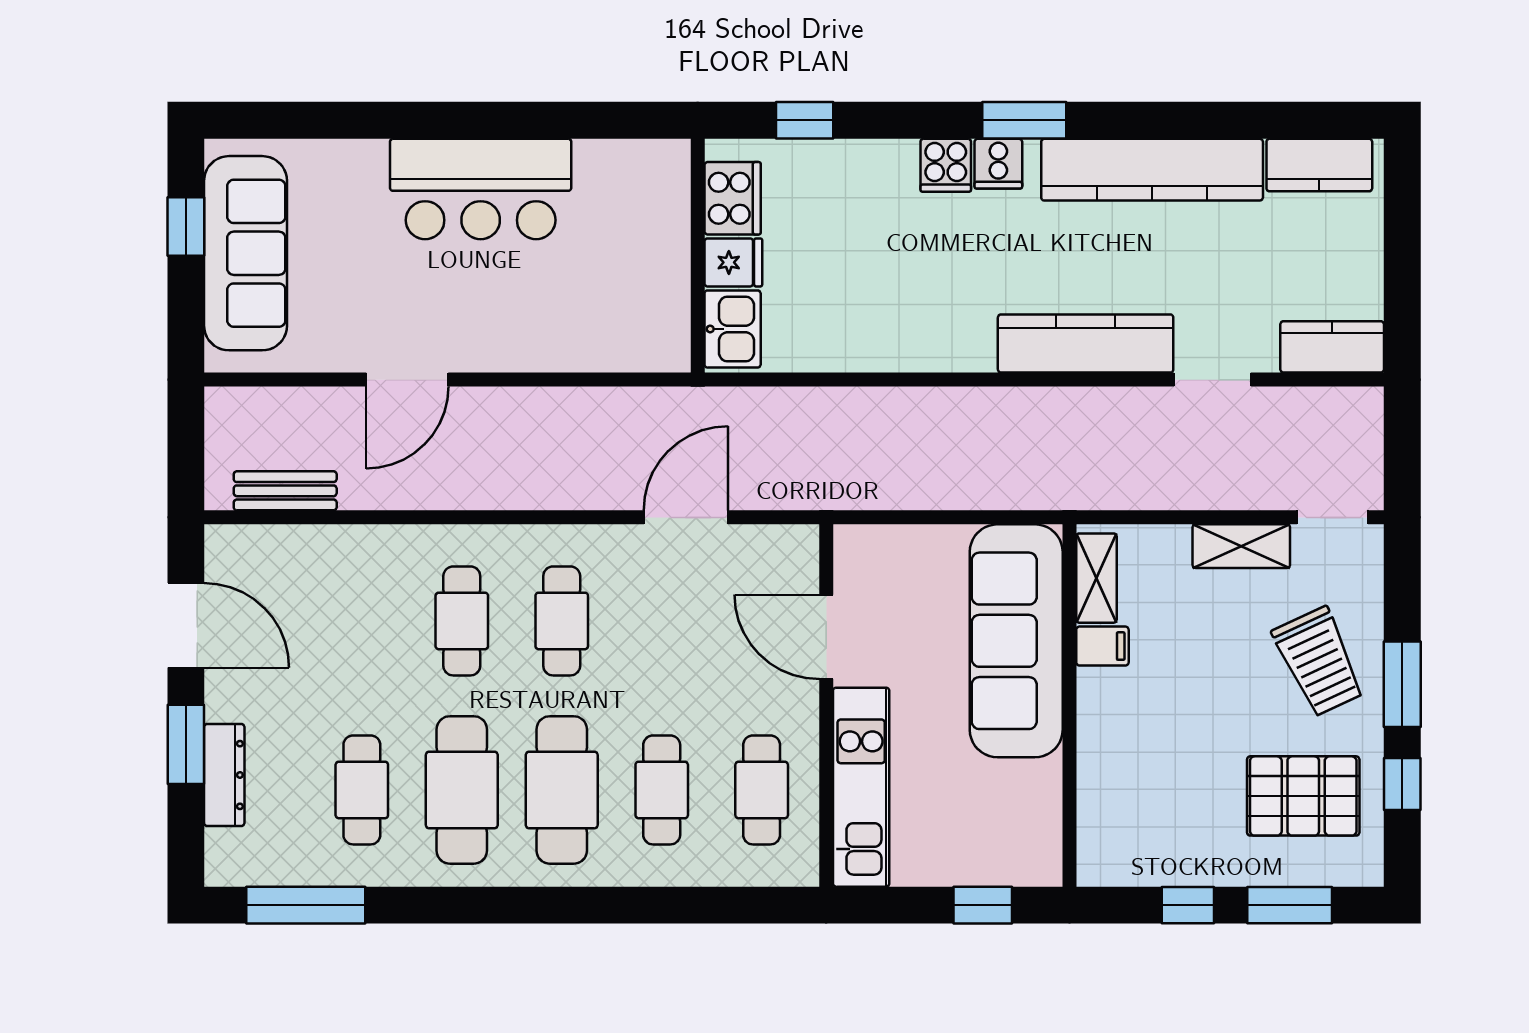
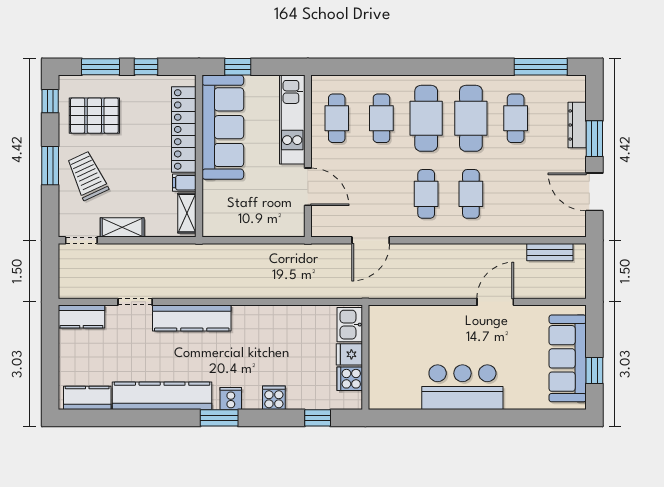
cooker: (946, 165) -> (274, 398), moved
cooker: (733, 198) -> (350, 379), width x0.73
sofa: (1016, 641) -> (223, 127), moved
locker: (1103, 765) -> (184, 129), added
window: (1402, 784) -> (50, 101), moved

